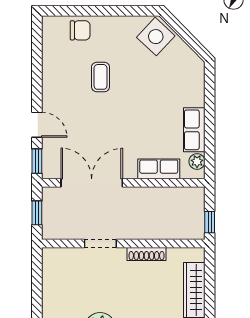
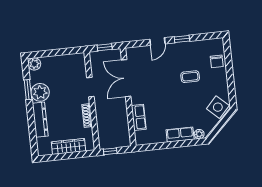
row of seats: (194, 130) -> (180, 135), moved
window: (37, 161) -> (182, 39), moved
plant: (197, 161) -> (199, 134), moved
double door: (92, 183) -> (126, 78), swing flipped

